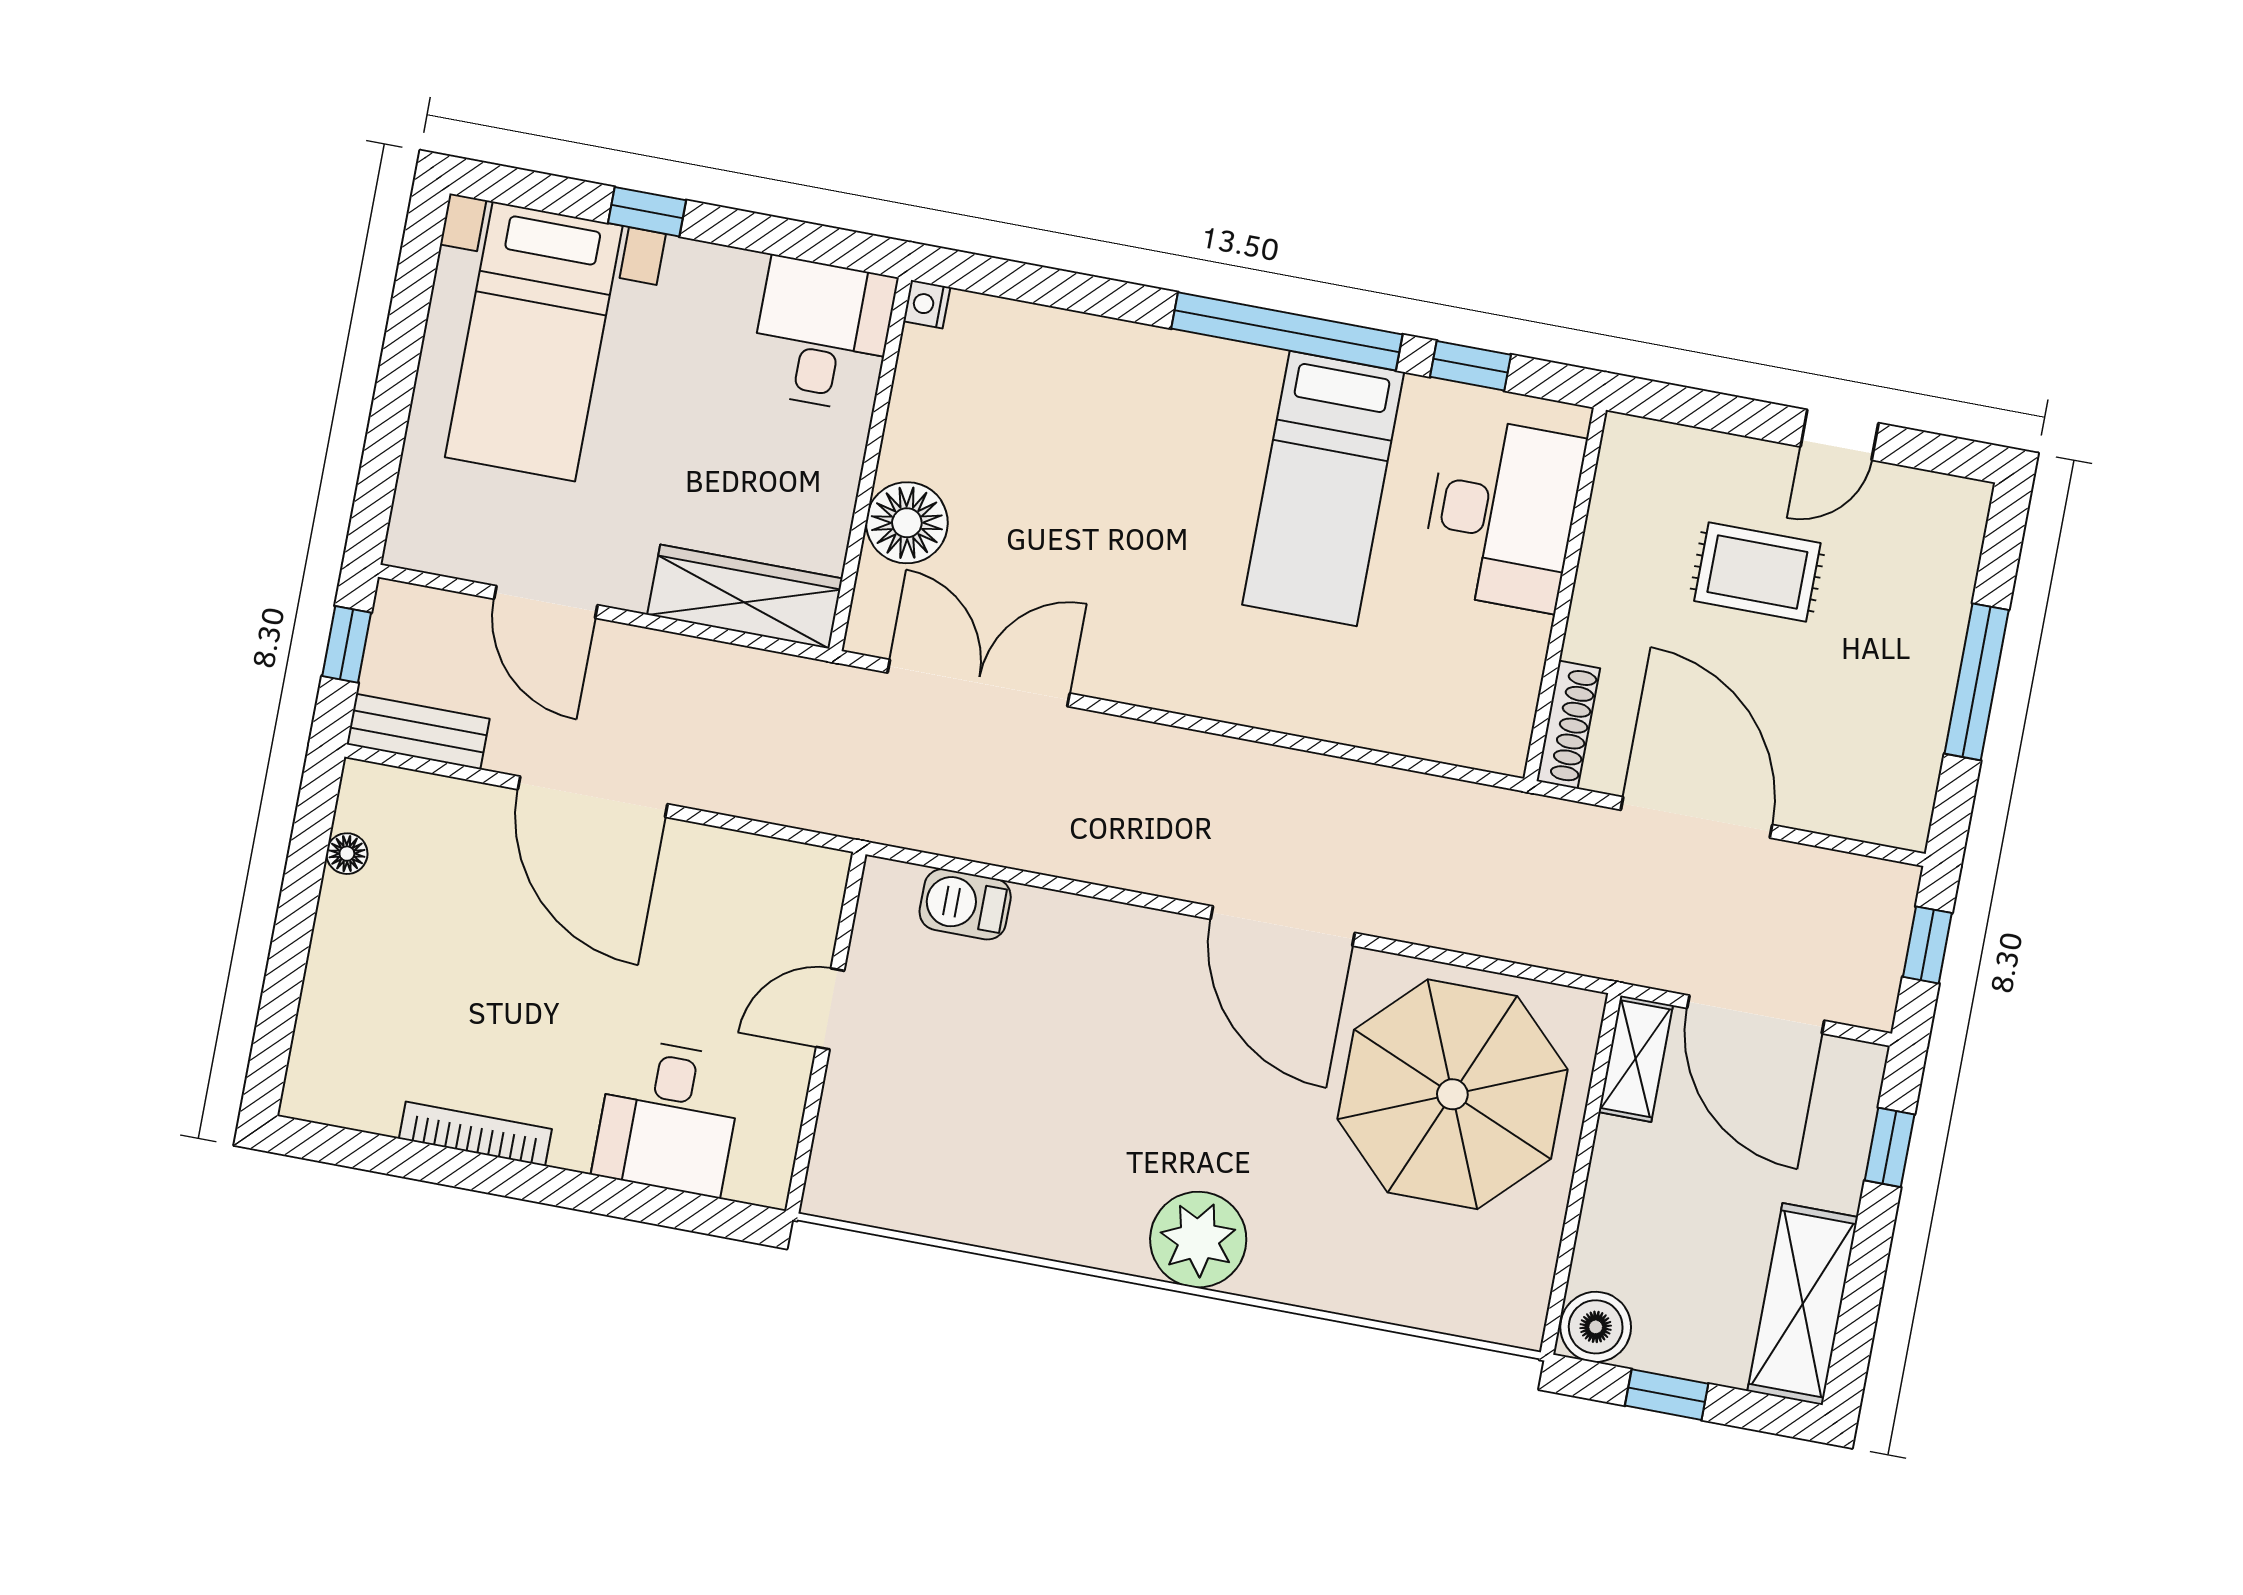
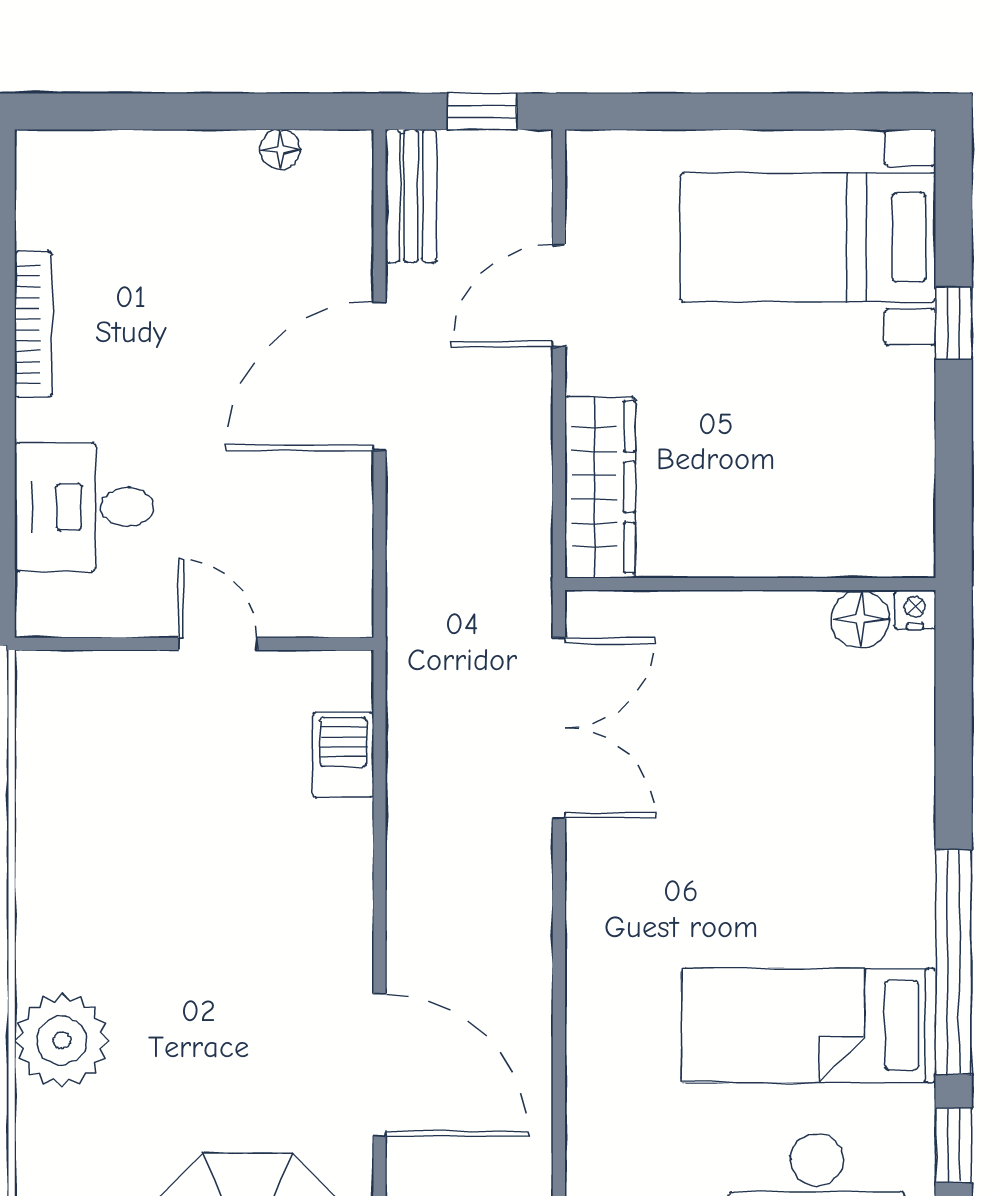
desk: (823, 334) -> (867, 515), removed
floor lamp: (907, 523) -> (860, 619), moved, width x0.73, depth x0.73
door: (1283, 926) -> (379, 1065), swing flipped

